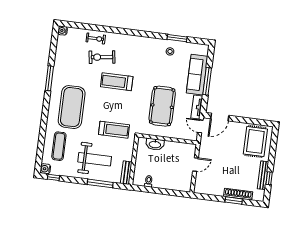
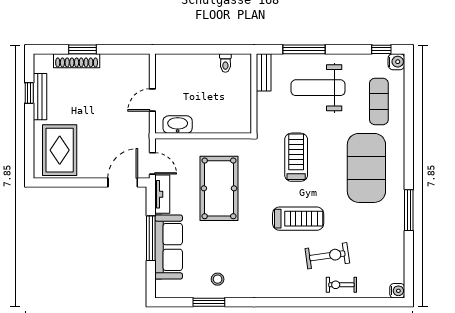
treadmill: (114, 130) -> (296, 157), moved, turned 90
washbasin: (155, 144) -> (178, 125), moved

